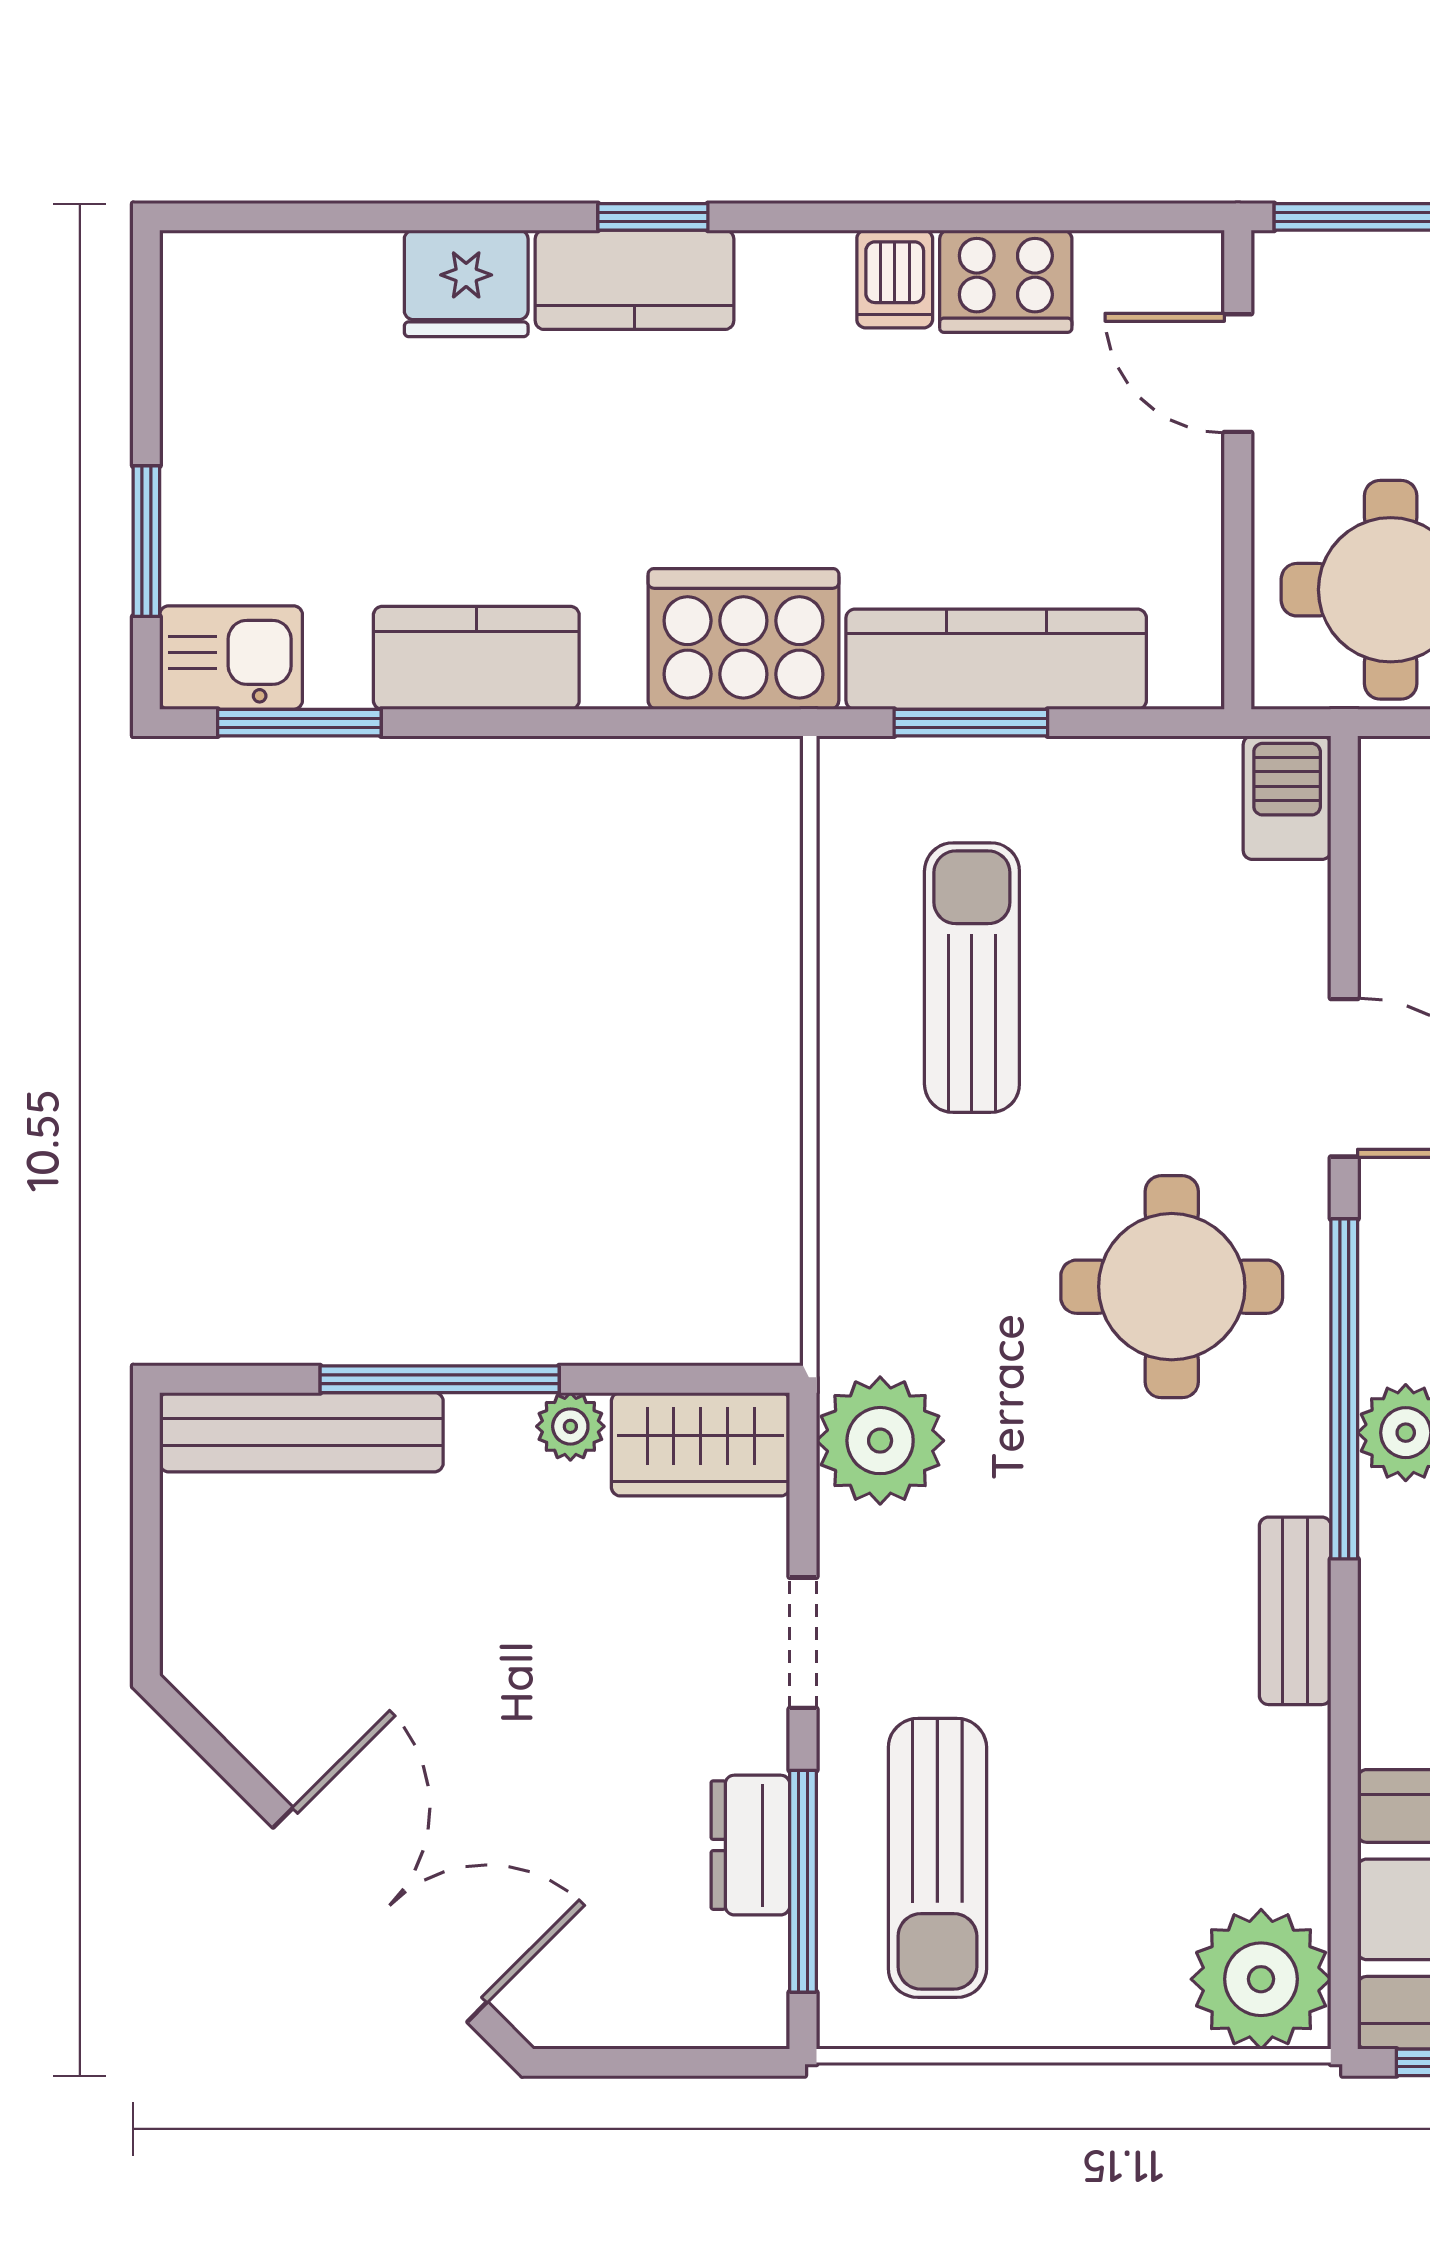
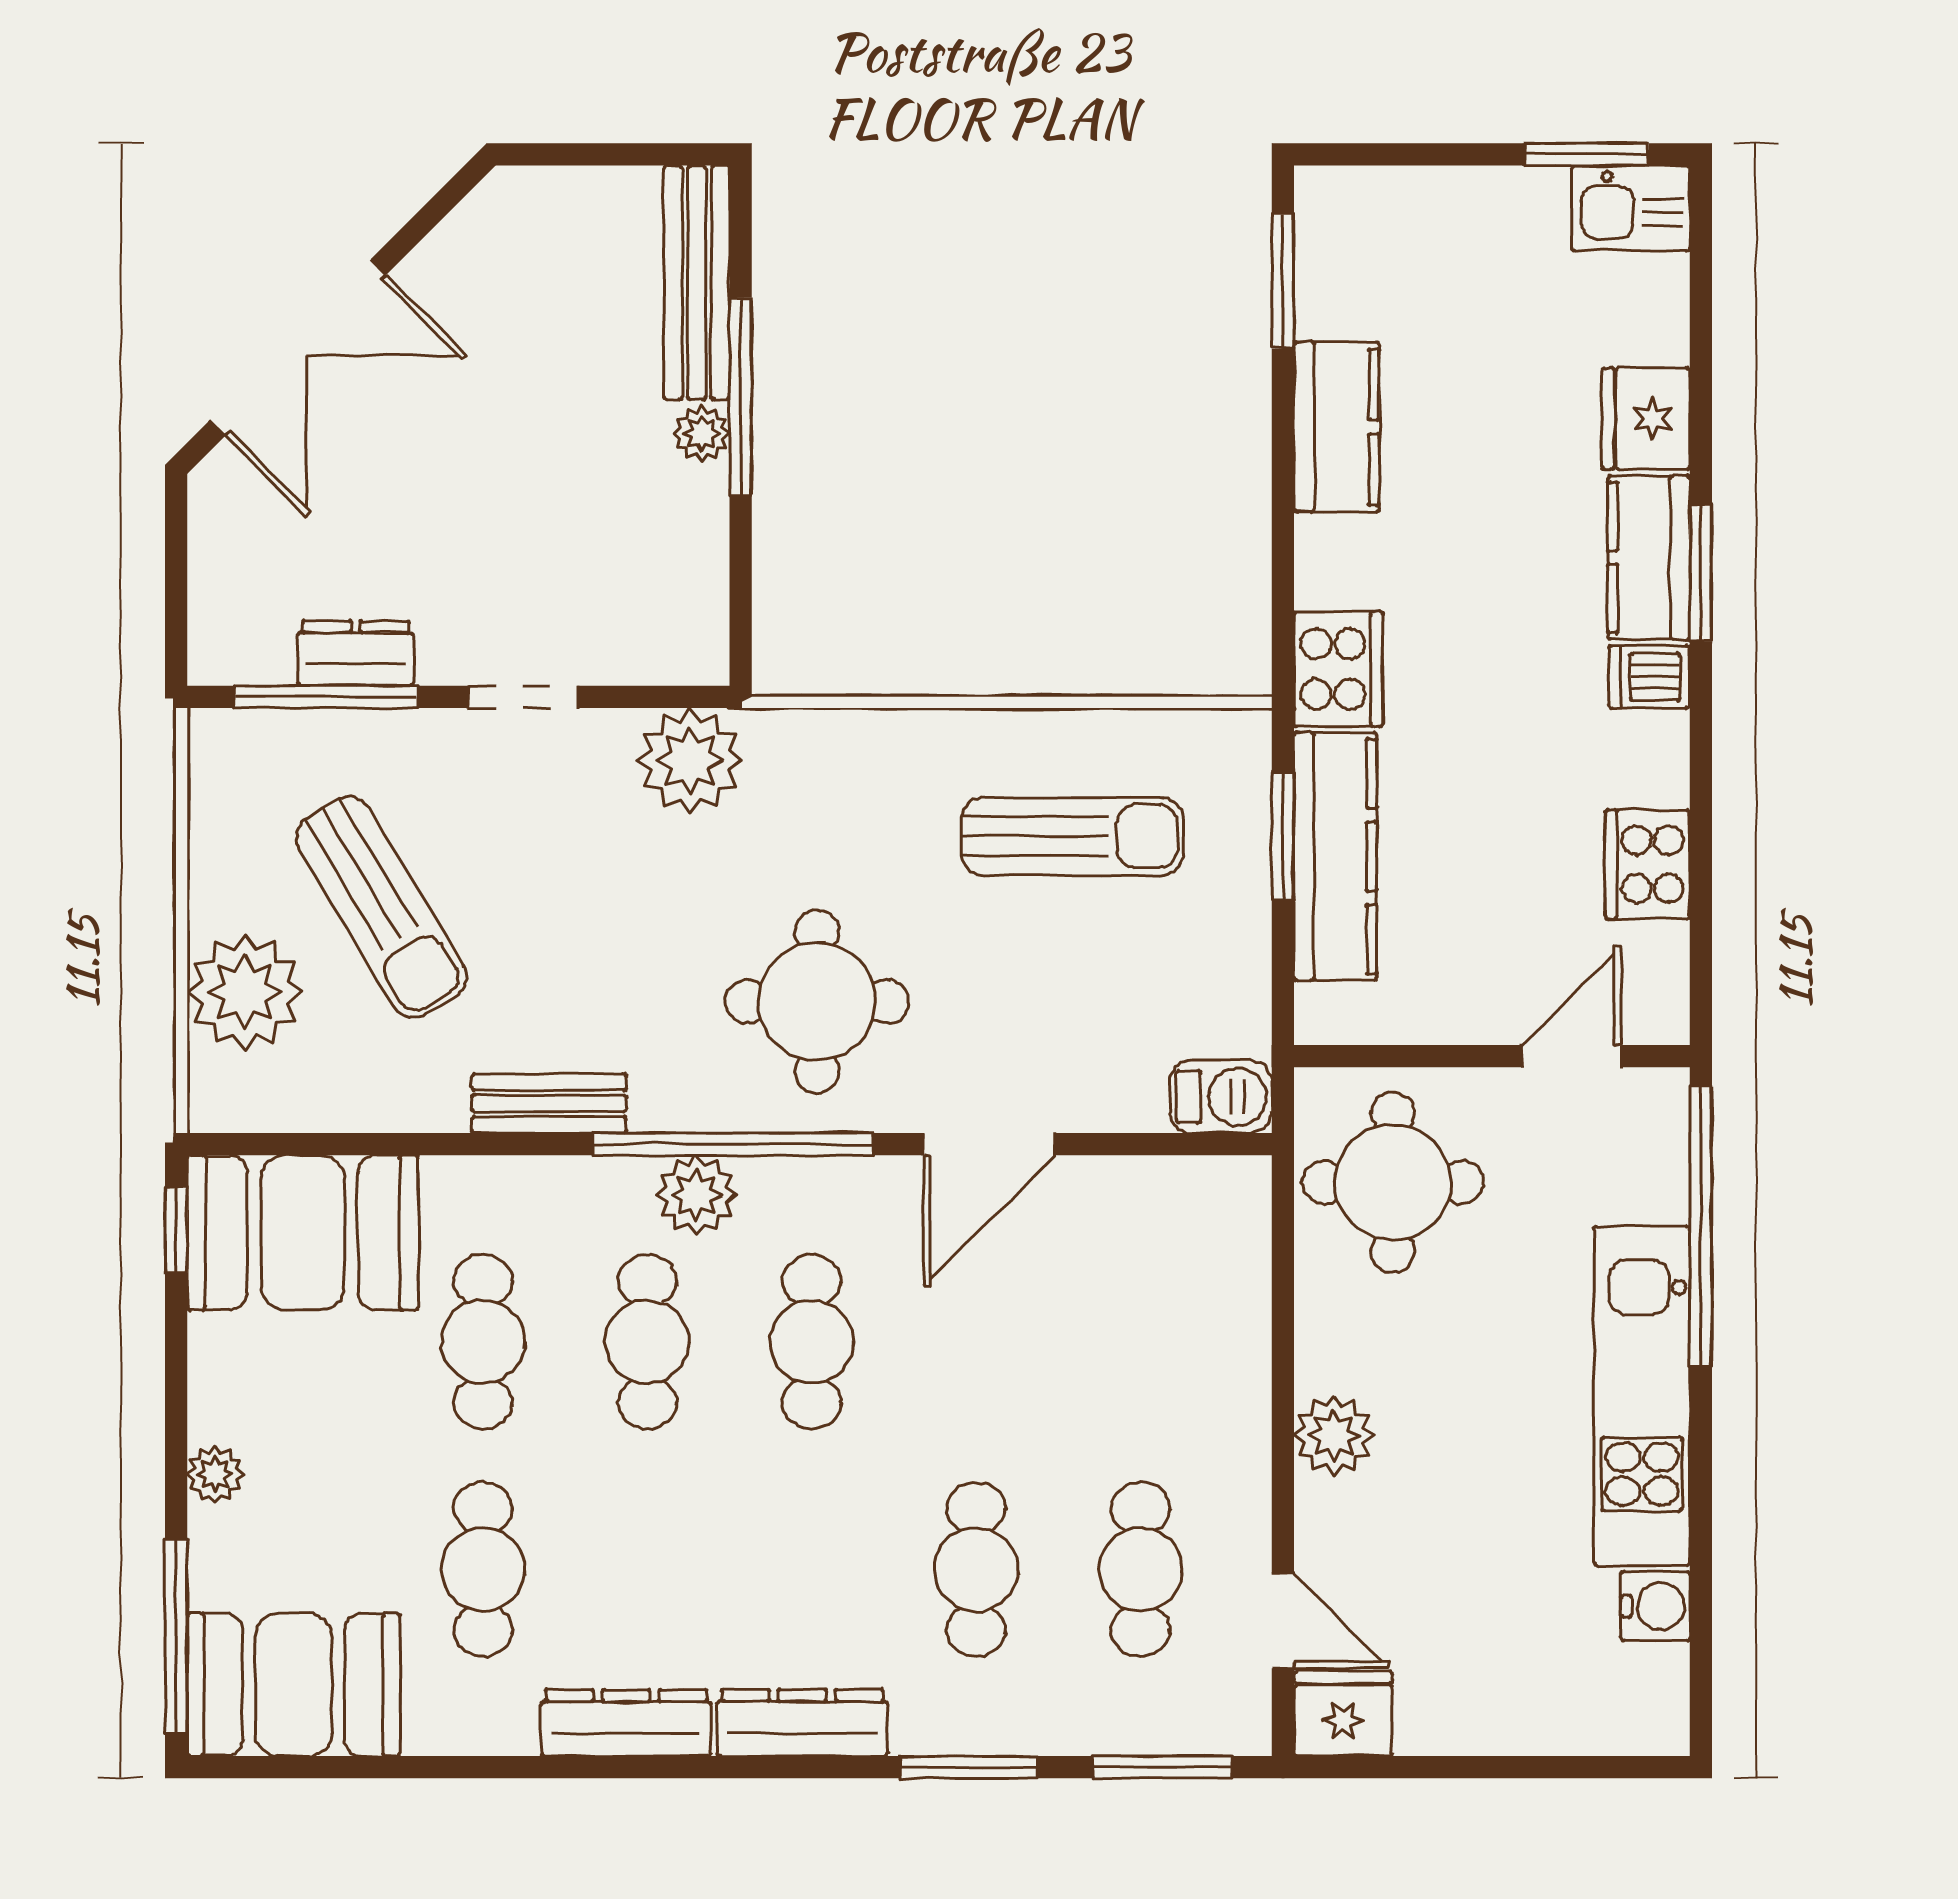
window: (653, 217) -> (1701, 573), width x1.50
dishwasher: (895, 279) -> (1649, 677), moved
window: (146, 541) -> (1586, 154), moved
cooker: (743, 639) -> (1338, 669), width x0.73, depth x0.76
kitchen sink: (231, 658) -> (1631, 208), moved, turned 90
plant: (570, 1426) -> (702, 433), moved
wardrobe: (701, 1444) -> (687, 612), removed
sun lounger: (937, 1858) -> (381, 907), moved, turned -121
plant: (1261, 1979) -> (245, 992), moved

